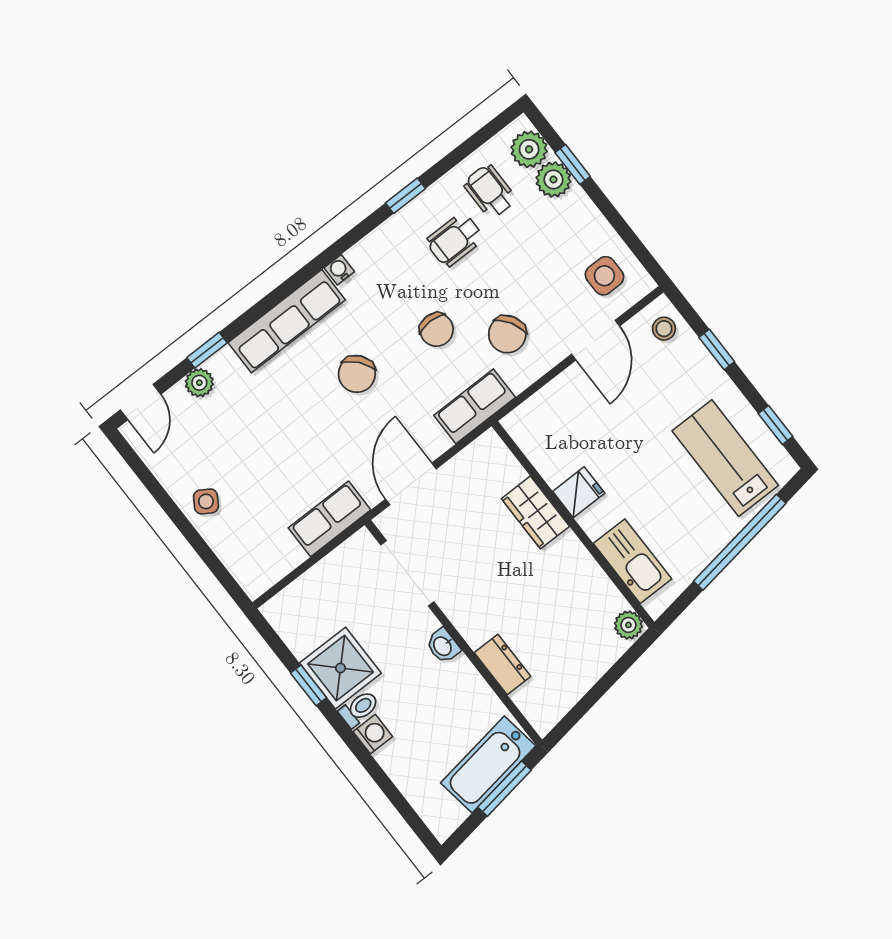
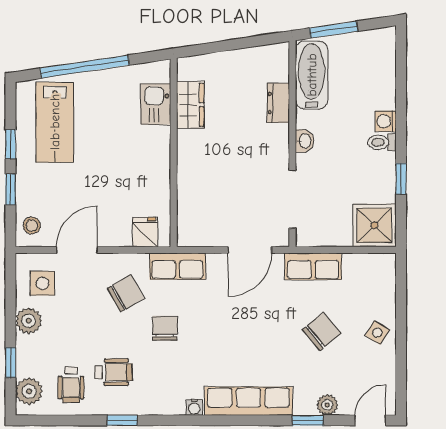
plant: (553, 180) -> (29, 321), moved
chair: (357, 374) -> (322, 331), moved
window: (775, 425) -> (11, 144), moved
fridge: (579, 492) -> (145, 232), moved, turned 90
wardrobe: (535, 512) -> (190, 105), moved
kitchen sink: (633, 561) -> (156, 104), width x0.73
plant: (628, 625) -> (187, 69), removed
shower: (340, 668) -> (374, 225), moved
bathtub: (488, 764) -> (312, 75), moved, turned -82

